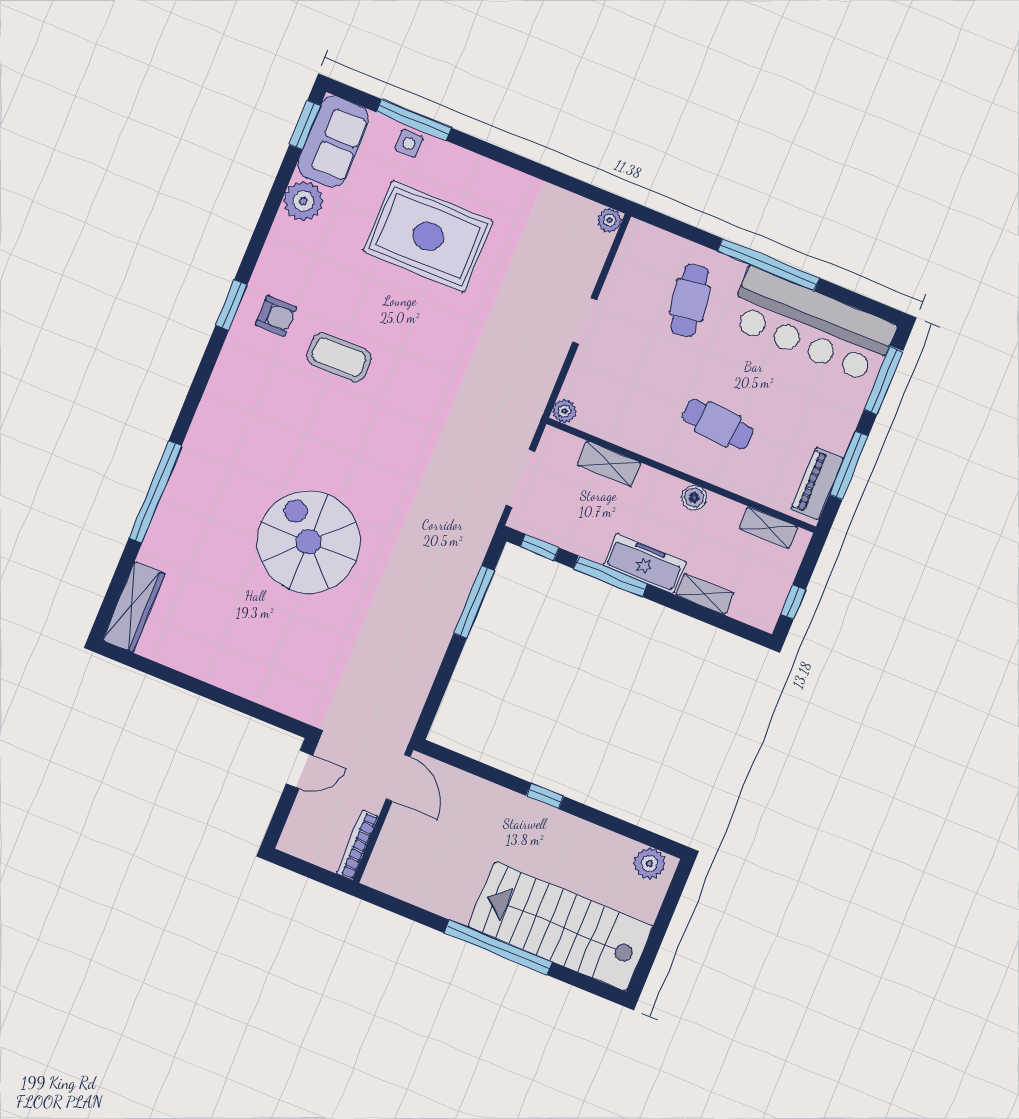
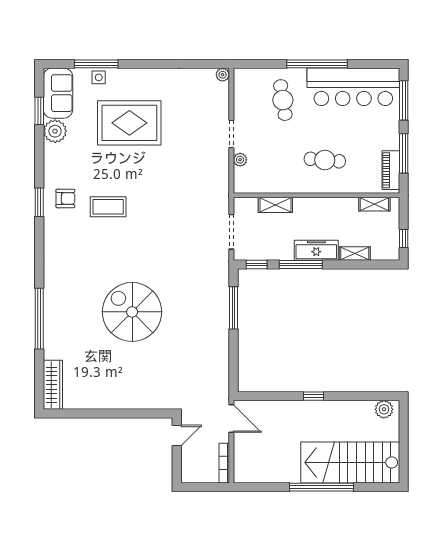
window: (305, 125) -> (39, 111), moved
plant: (564, 411) -> (240, 160), moved
boiler: (694, 497) -> (328, 204), removed

